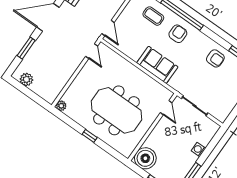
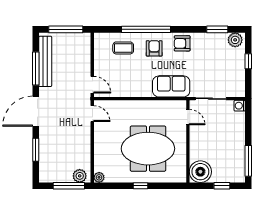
armchair: (215, 58) -> (182, 43), moved, turned 180
sofa: (157, 65) -> (171, 86), moved
plant: (26, 79) -> (80, 176), moved
window: (32, 95) -> (69, 186), added
washing machine: (198, 149) -> (240, 106), moved

